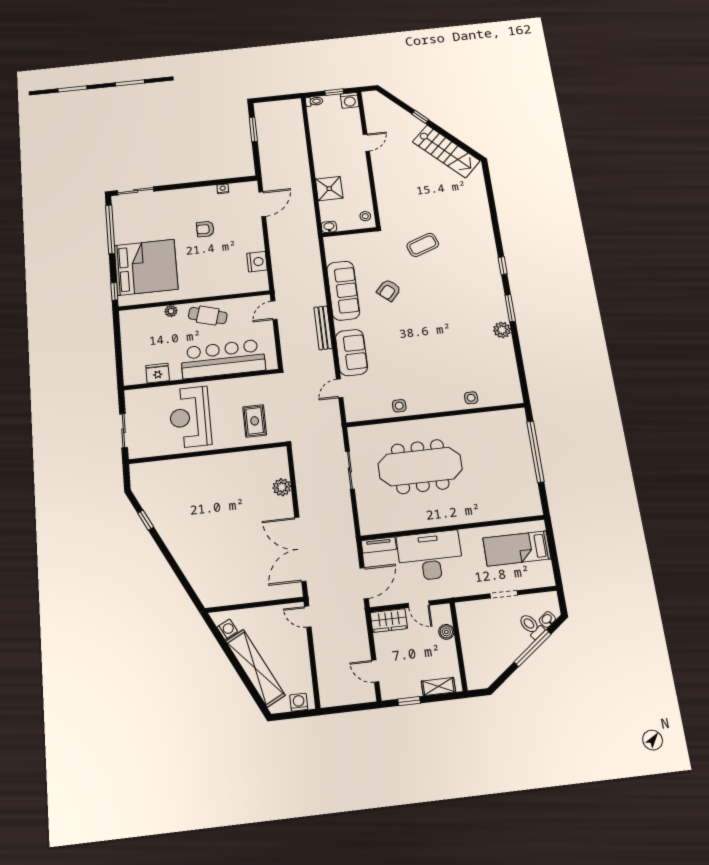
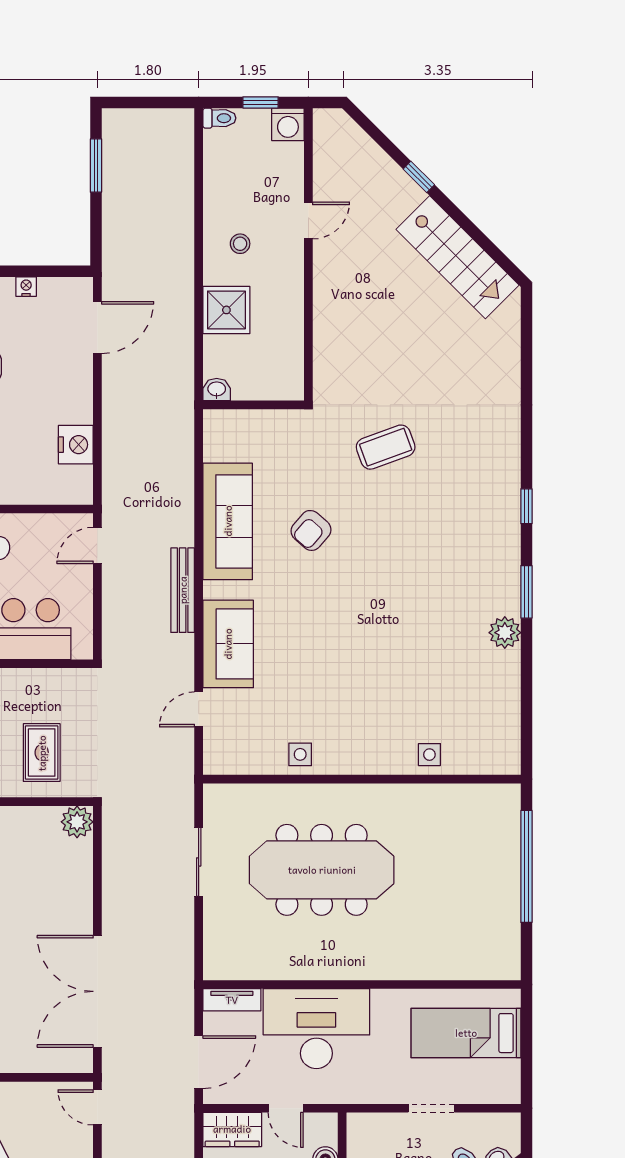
stool: (365, 216) -> (240, 244), moved
plant: (282, 487) -> (77, 822), moved

